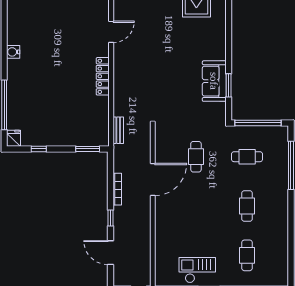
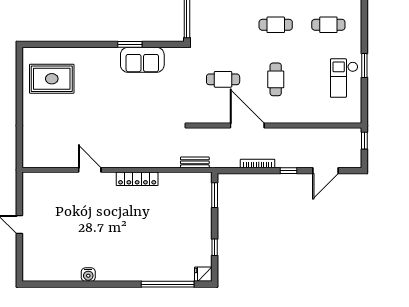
water cooler: (13, 52) -> (88, 275), moved
window: (229, 85) -> (130, 44), moved
cafe table: (247, 157) -> (276, 79), moved

